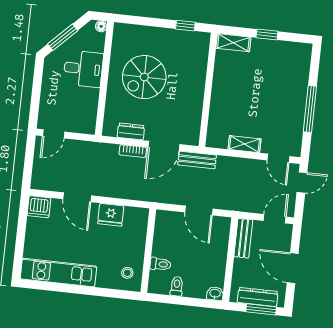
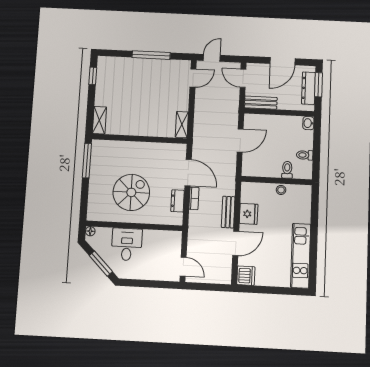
window: (185, 26) -> (87, 161), width x2.17
window: (267, 34) -> (93, 76), moved
spiral stairs: (144, 77) -> (131, 192), turned -90
shelving: (245, 144) -> (182, 125), moved
bench: (197, 160) -> (228, 212), moved
door: (302, 182) -> (212, 58), hinge flipped
stool: (127, 273) -> (281, 190), moved

